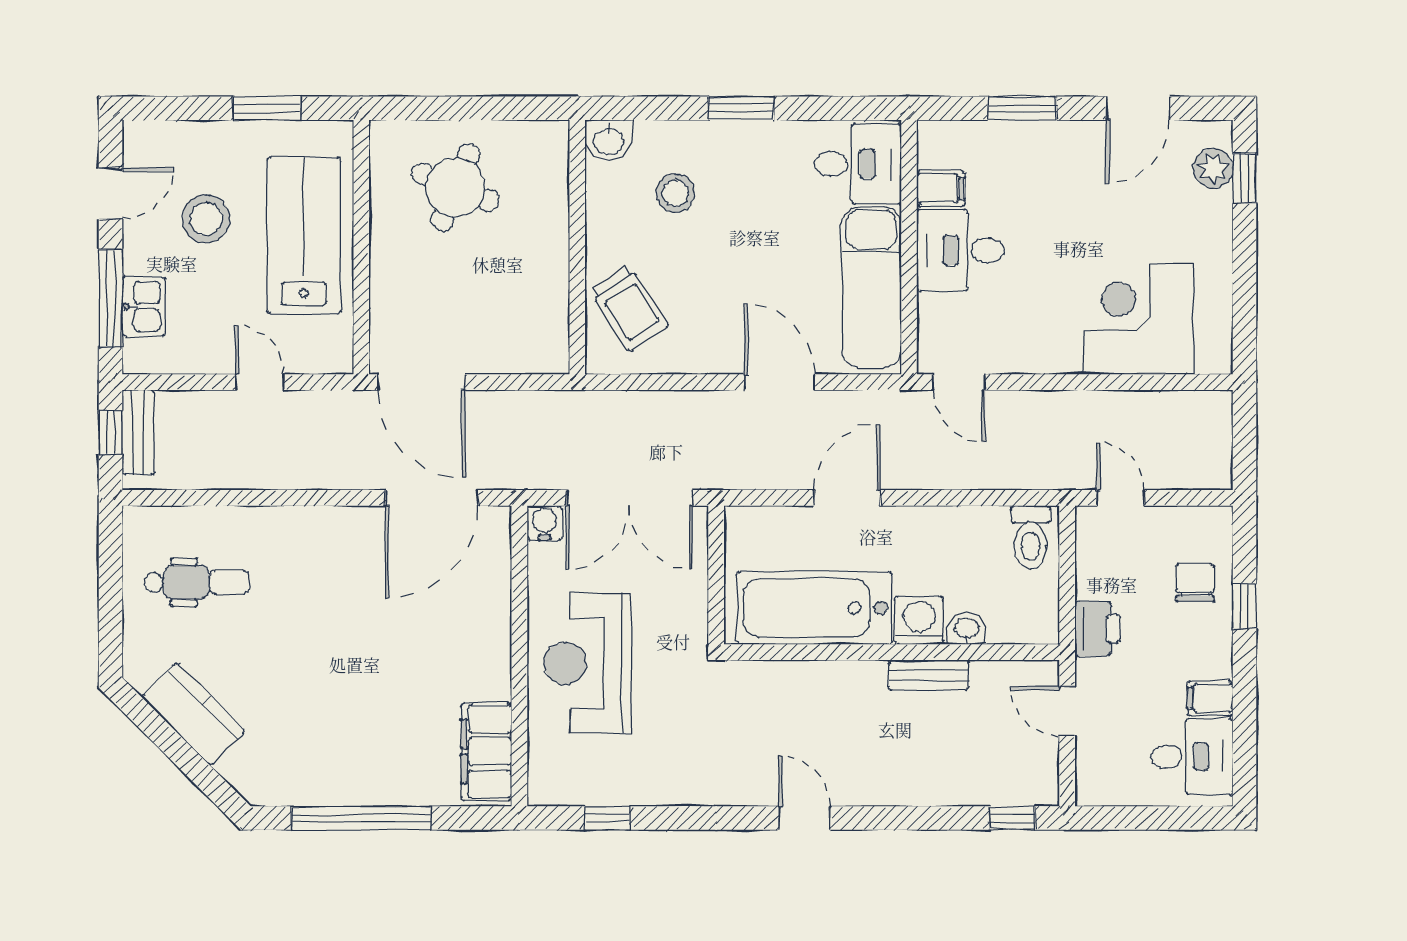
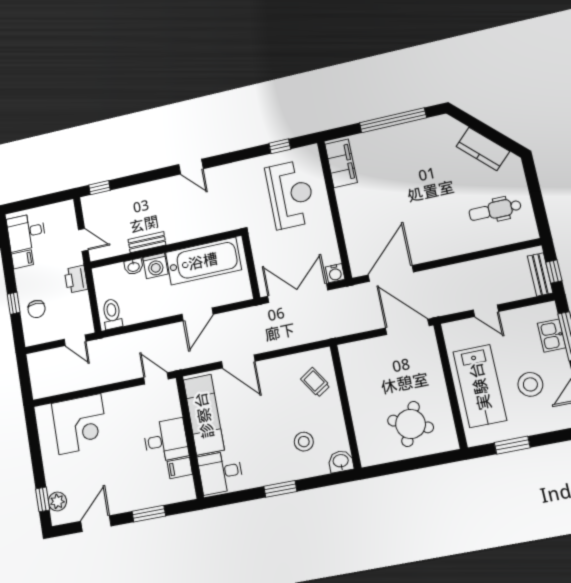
trolley: (629, 308) -> (315, 382), width x0.73, depth x0.72
reception desk: (588, 663) -> (291, 195), moved

